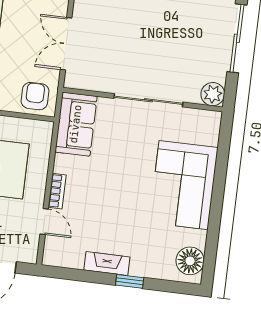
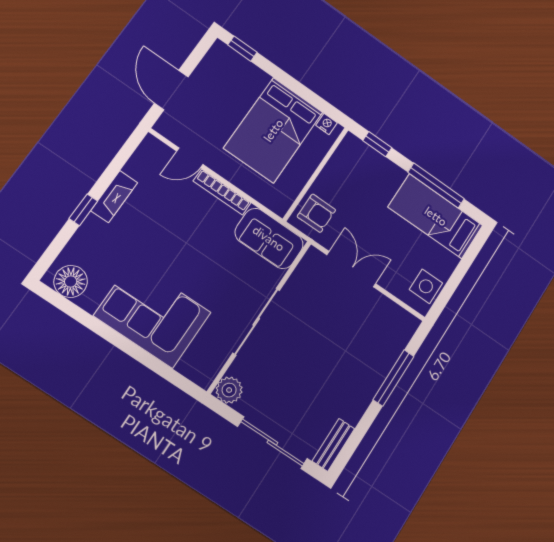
bookcase: (57, 191) -> (222, 192), width x1.56

